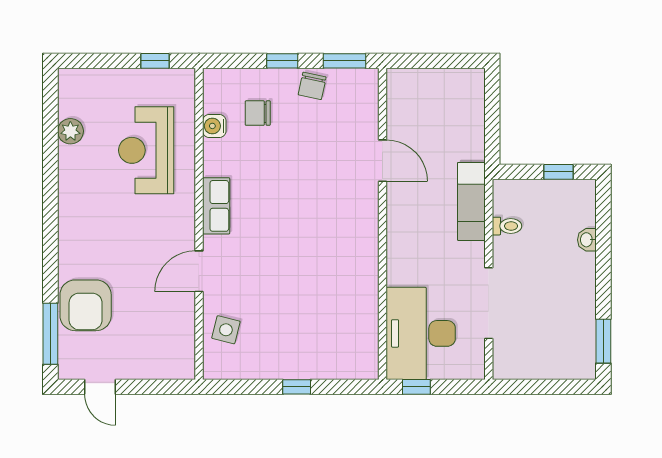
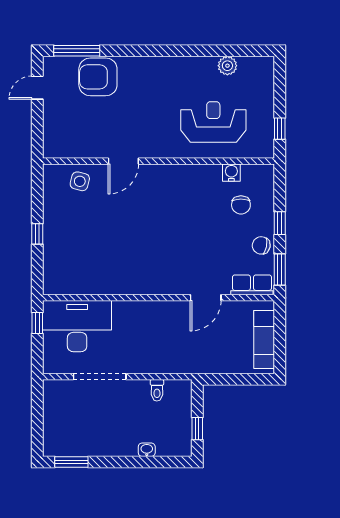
chair: (258, 113) -> (241, 205), turned 180
exam couch: (471, 202) -> (264, 339), moved, turned -90
row of seats: (216, 206) -> (252, 285), moved, turned 180
door: (199, 271) -> (123, 161), swing flipped

